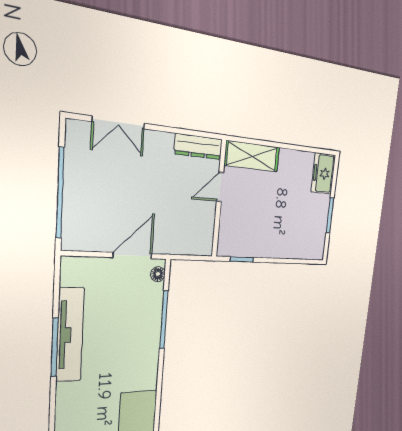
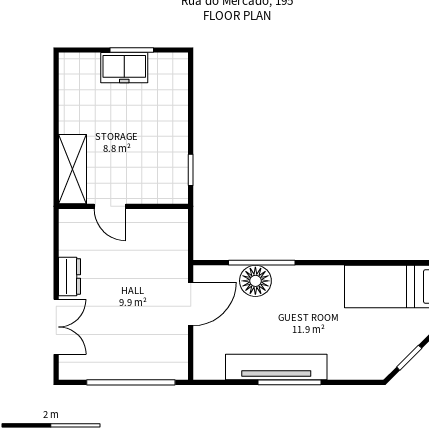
dresser: (198, 147) -> (70, 276), moved, width x0.70
freezer: (323, 173) -> (124, 68), moved
door: (133, 256) -> (191, 304), swing flipped
floor lamp: (158, 274) -> (255, 281), moved, width x1.89, depth x1.89

